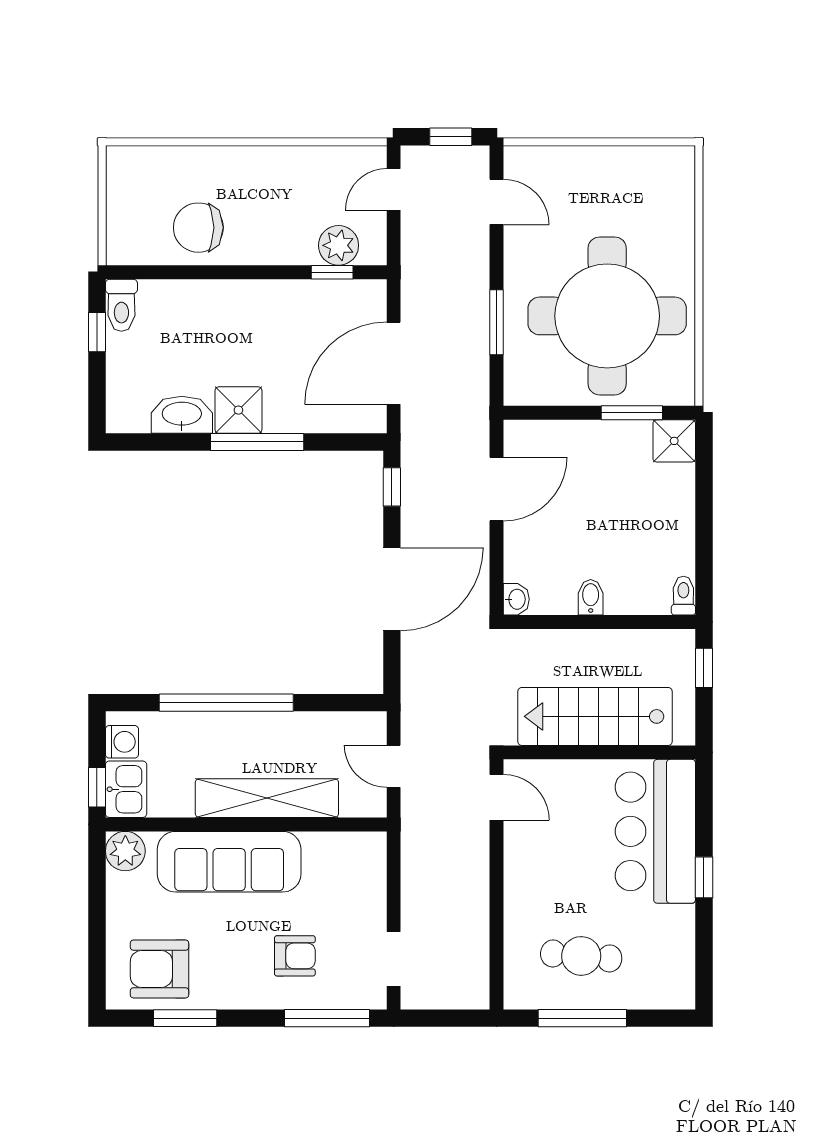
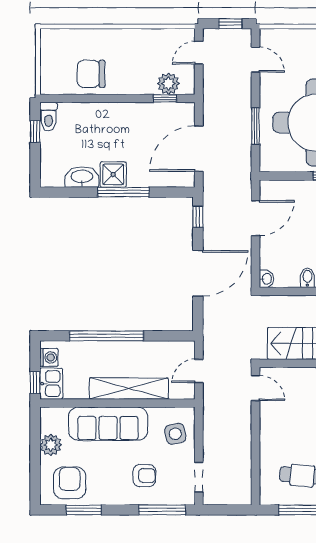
door: (394, 766) -> (199, 371), hinge flipped
plant: (125, 851) -> (51, 445), moved
side table: (351, 880) -> (175, 434), added
armchair: (160, 969) -> (70, 483), turned 90

